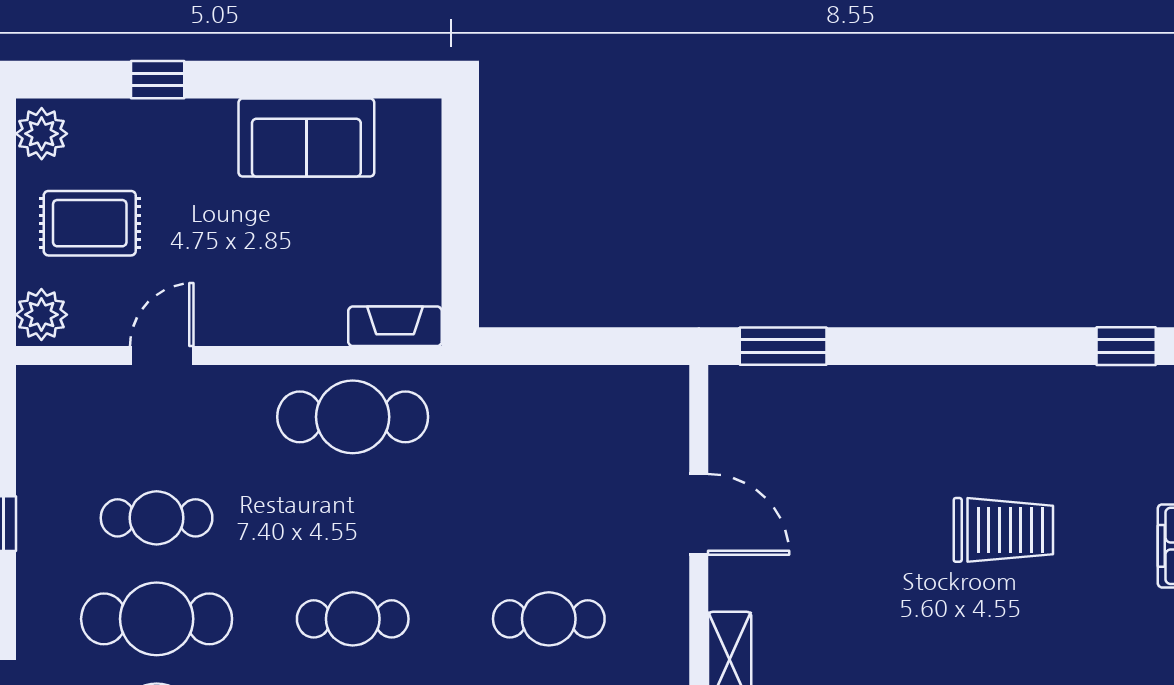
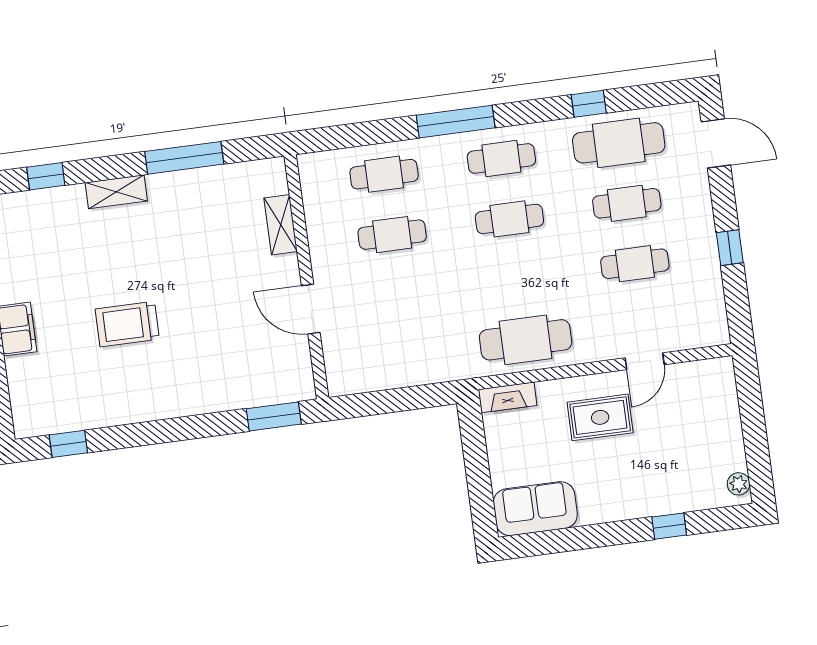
plant: (42, 134) -> (739, 484), width x0.73, depth x0.73
sofa: (306, 137) -> (535, 509), moved
rug: (90, 223) -> (600, 417), moved
plant: (41, 315) -> (720, 376), removed
cafe table: (157, 619) -> (627, 203), width x0.73, depth x0.74

